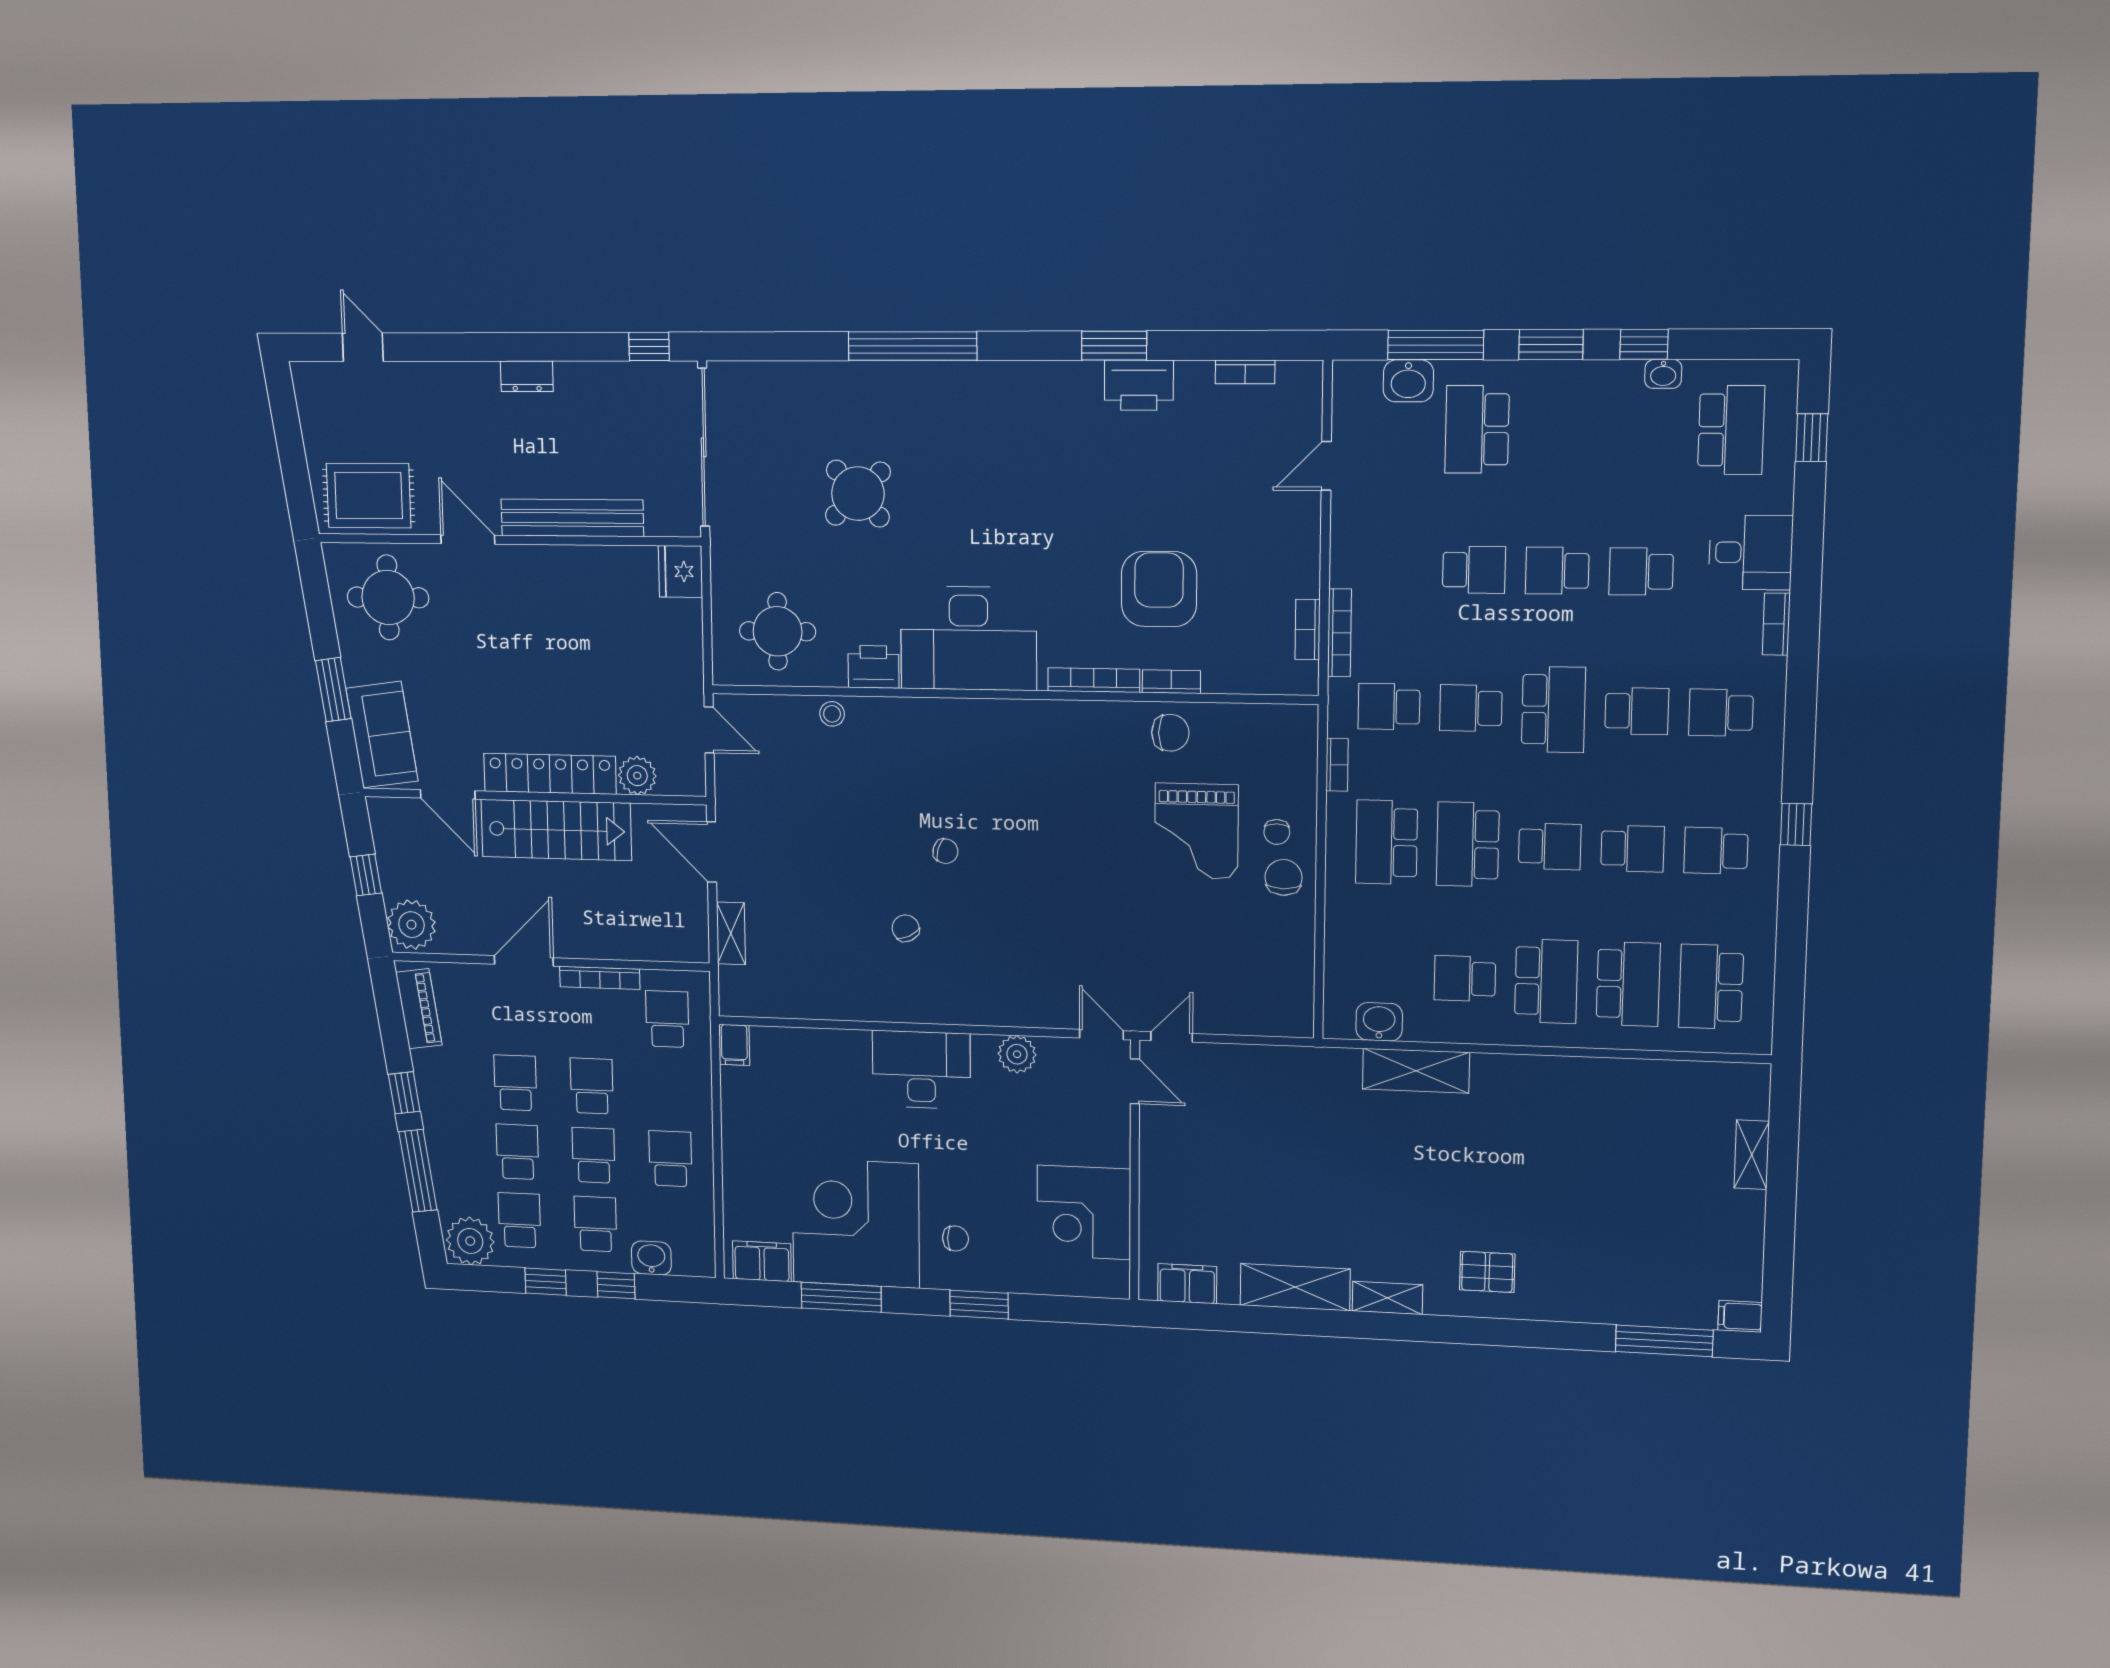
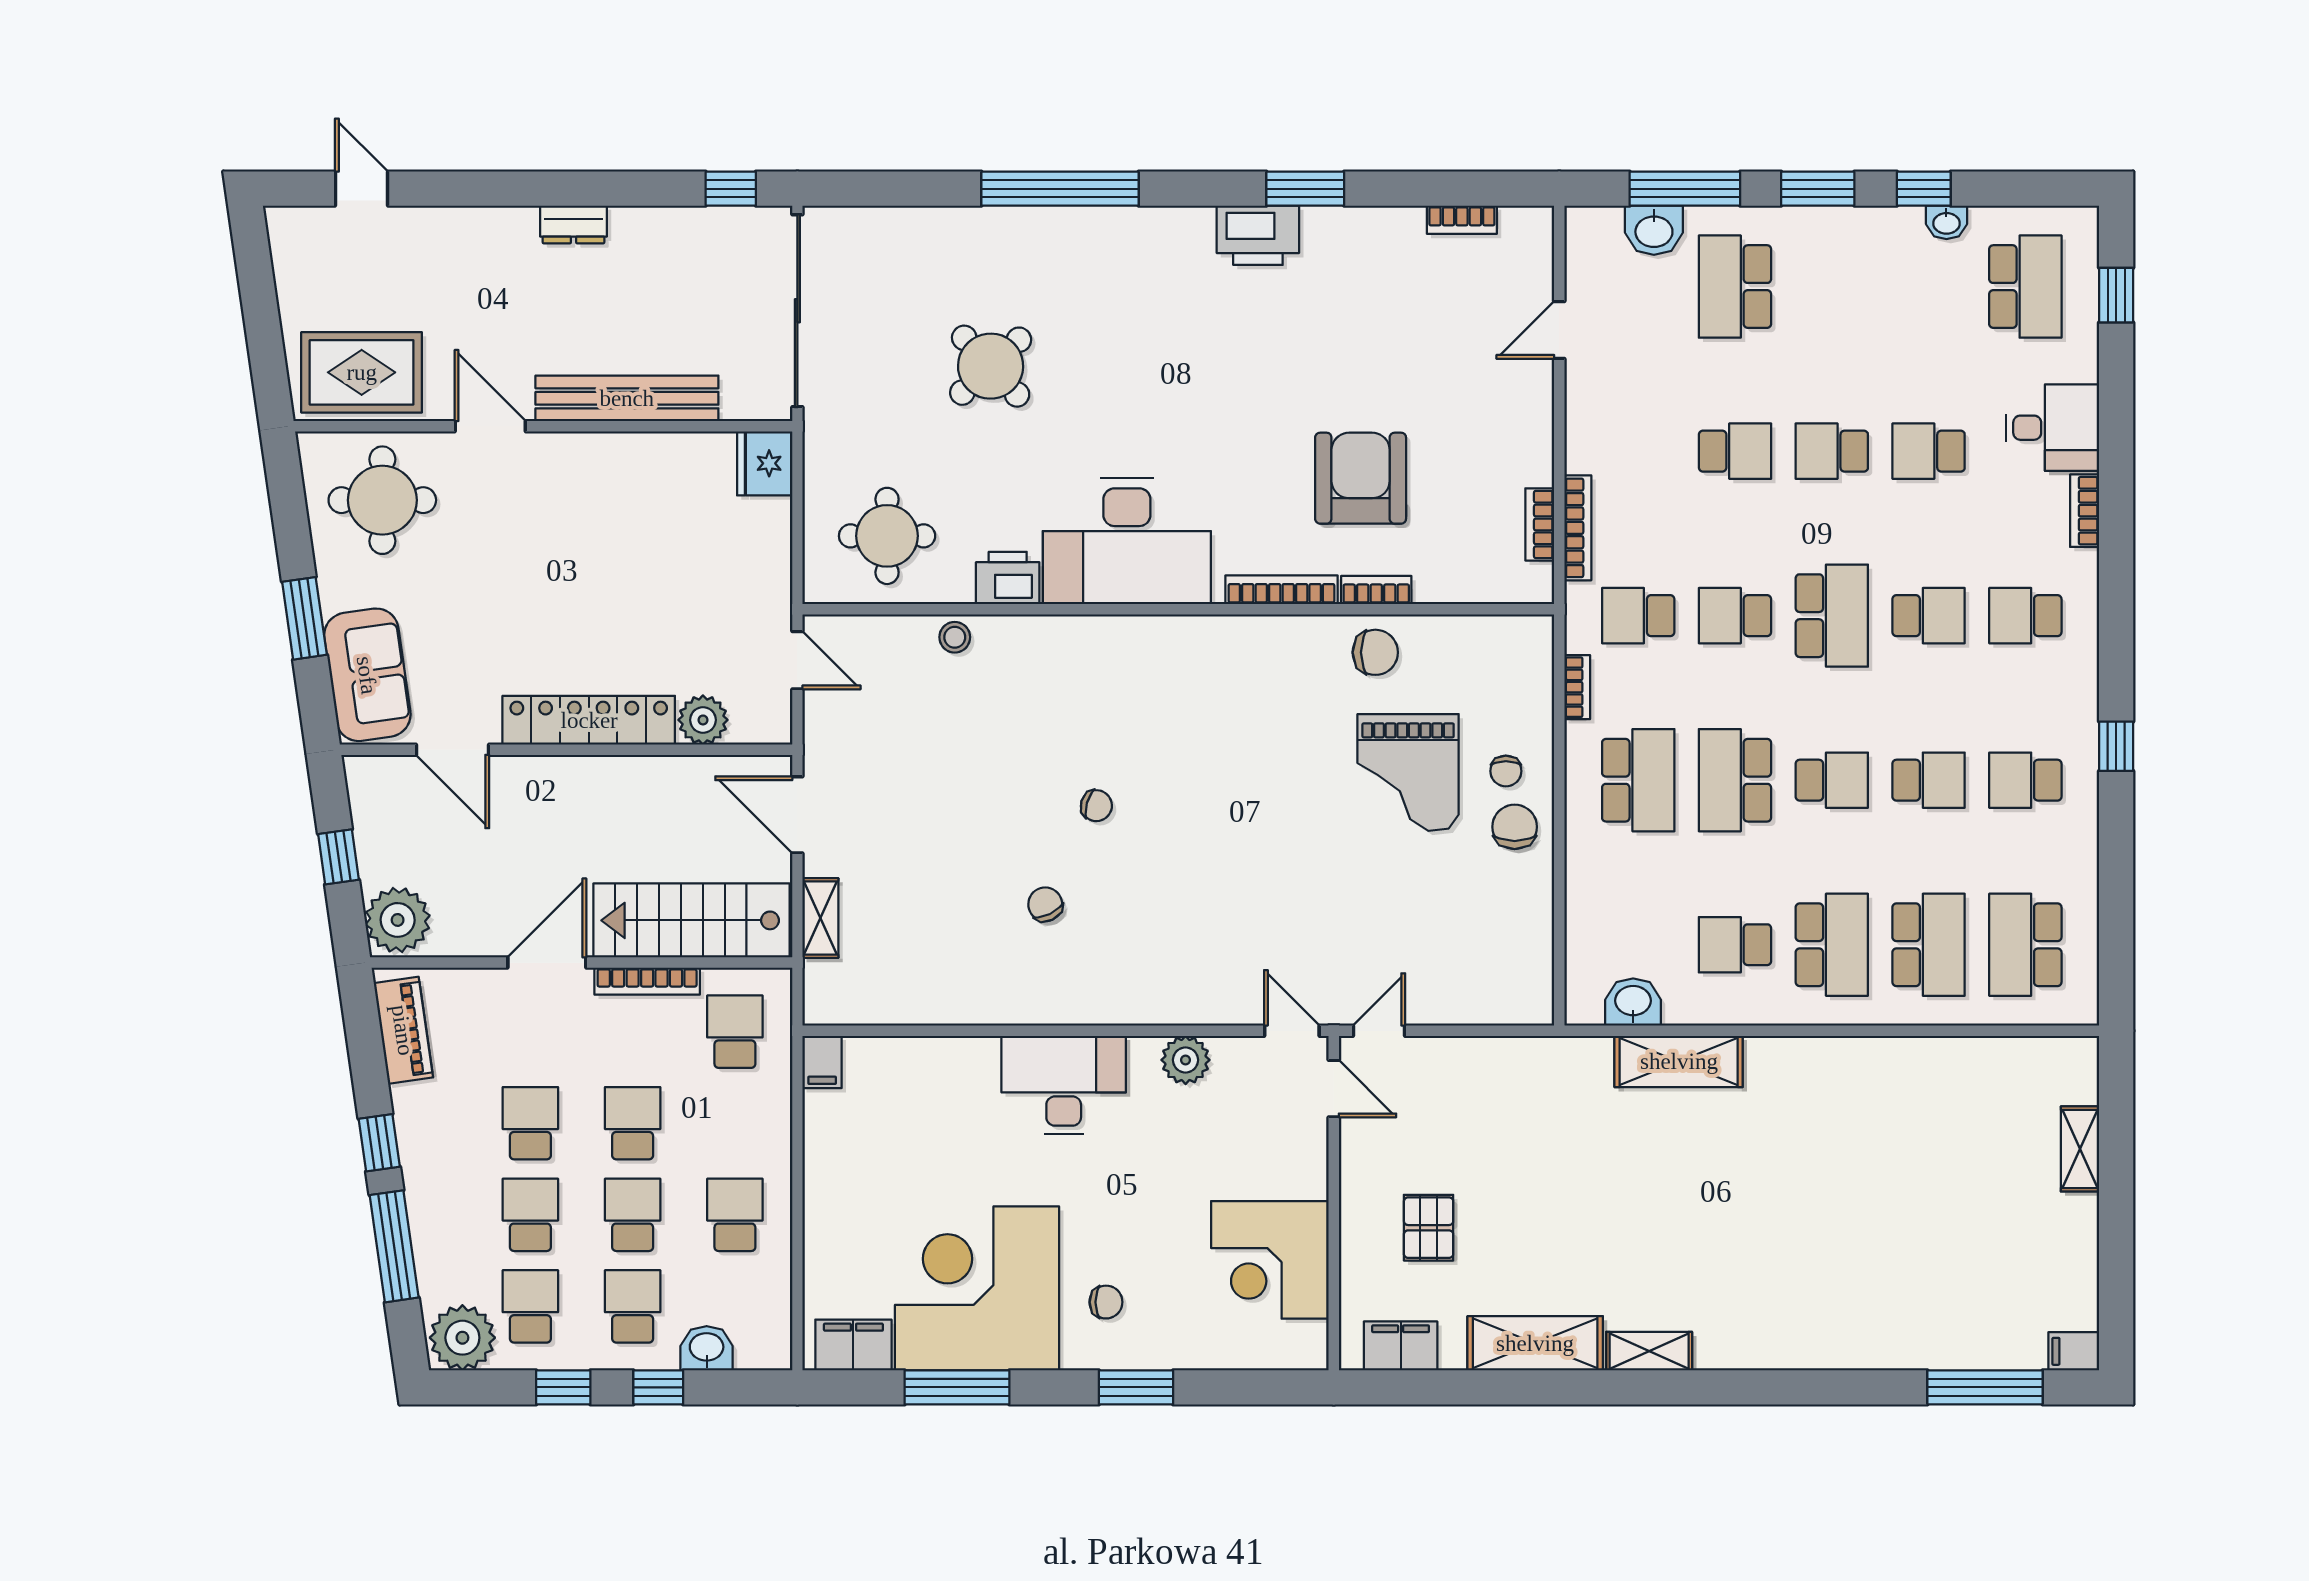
printer: (1139, 385) -> (1258, 235), moved
stairs: (556, 830) -> (691, 920), moved, turned 180
school desk: (1387, 842) -> (1638, 780), turned 180
pallet: (1487, 1272) -> (1429, 1228), moved, turned 90

